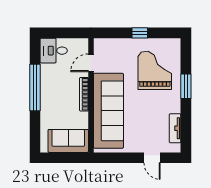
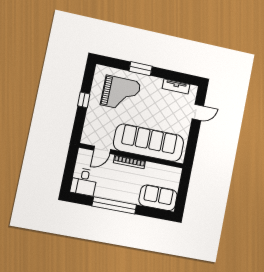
door: (91, 63) -> (102, 150), hinge flipped
grand piano: (155, 70) -> (121, 93), turned 180
sofa: (68, 141) -> (158, 198), moved, turned 90

